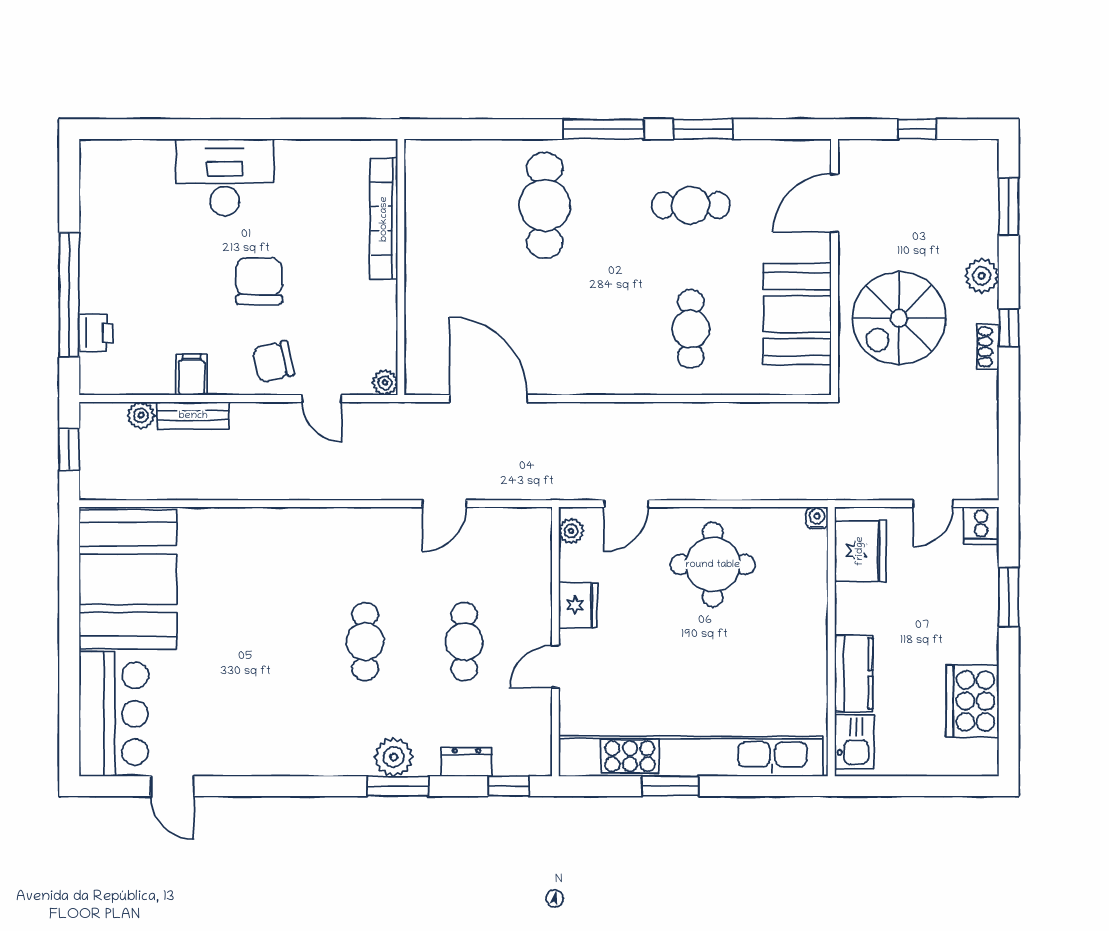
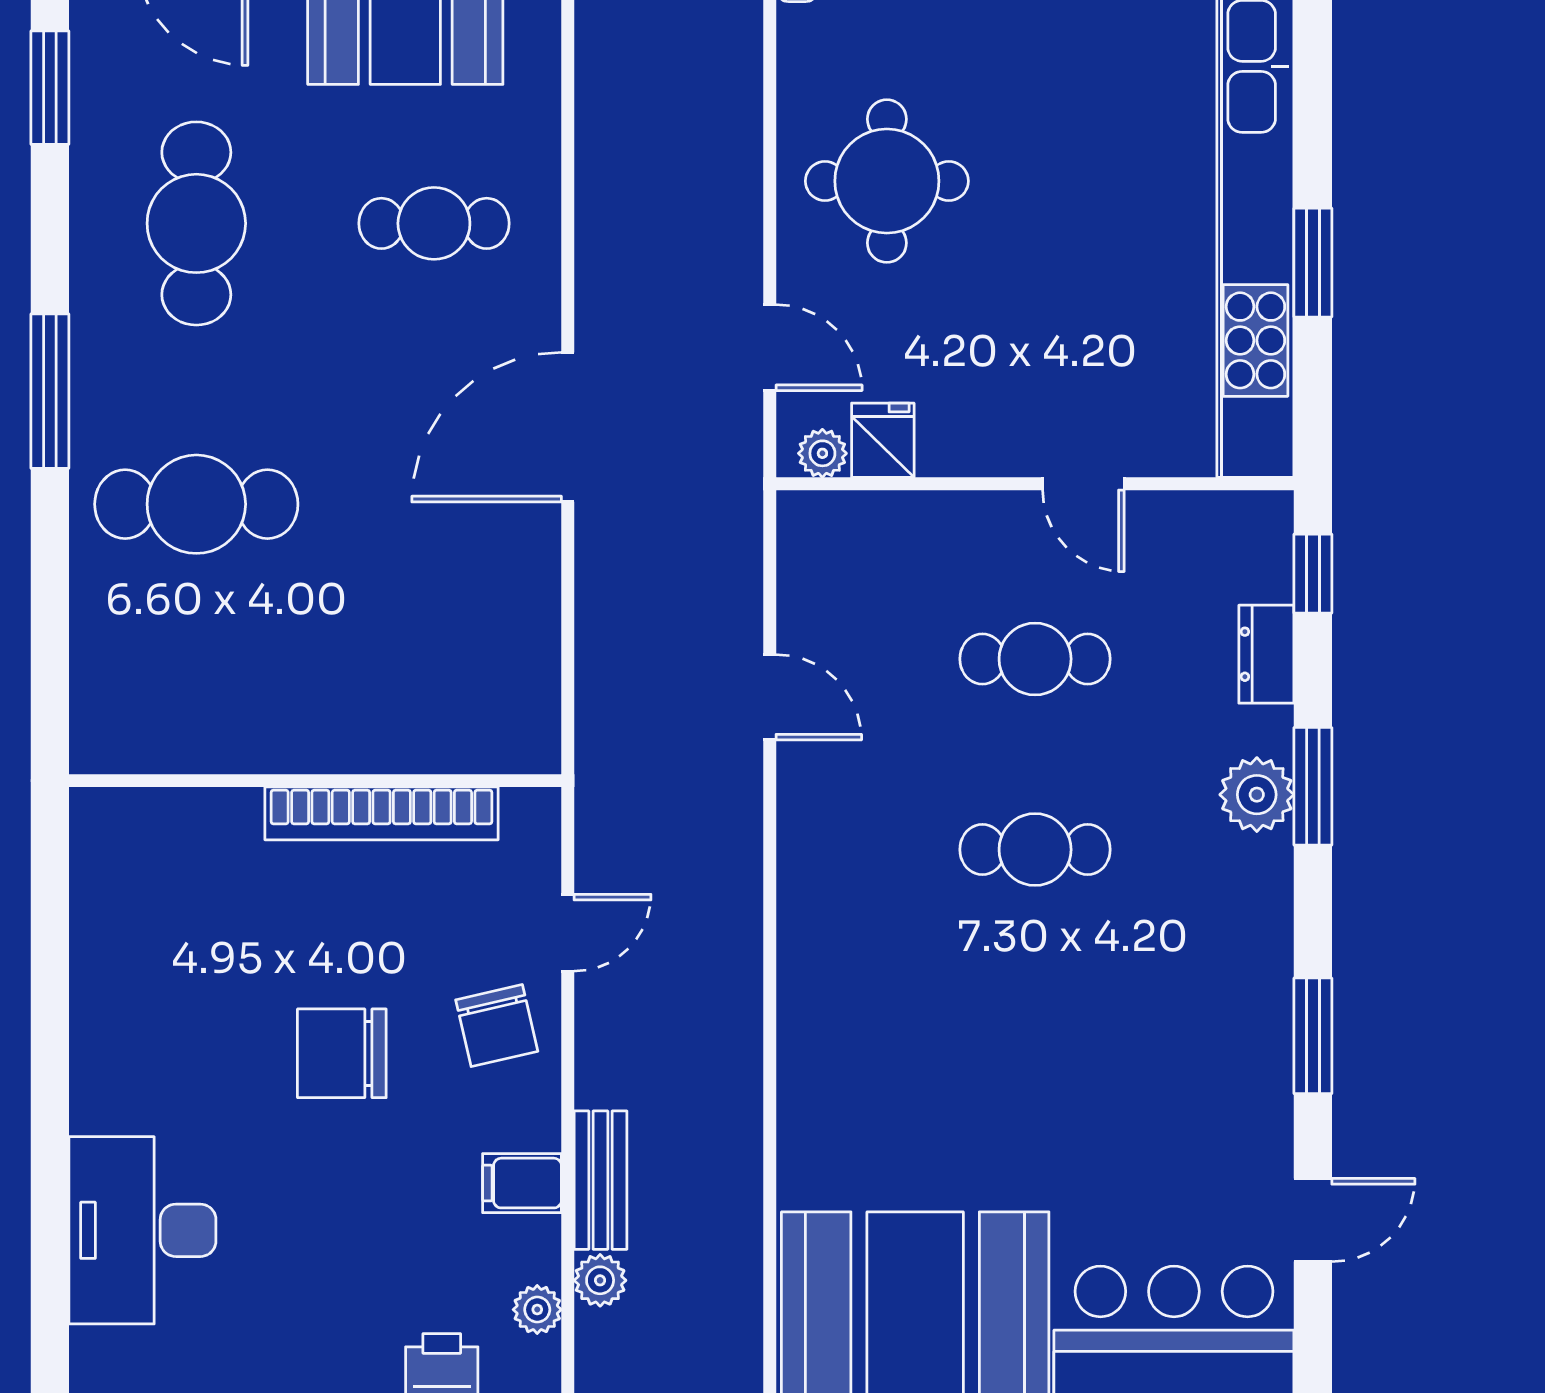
window: (703, 129) -> (50, 88), moved
desk: (225, 177) -> (142, 1230), moved
cafe table: (691, 205) -> (196, 223), width x1.37, depth x1.35
bookcase: (384, 219) -> (382, 813), moved
plant: (385, 383) -> (537, 1310), moved
door: (488, 398) -> (568, 427), moved
fridge: (578, 605) -> (883, 440), moved, width x0.72
window: (268, 786) -> (1313, 1036), added

